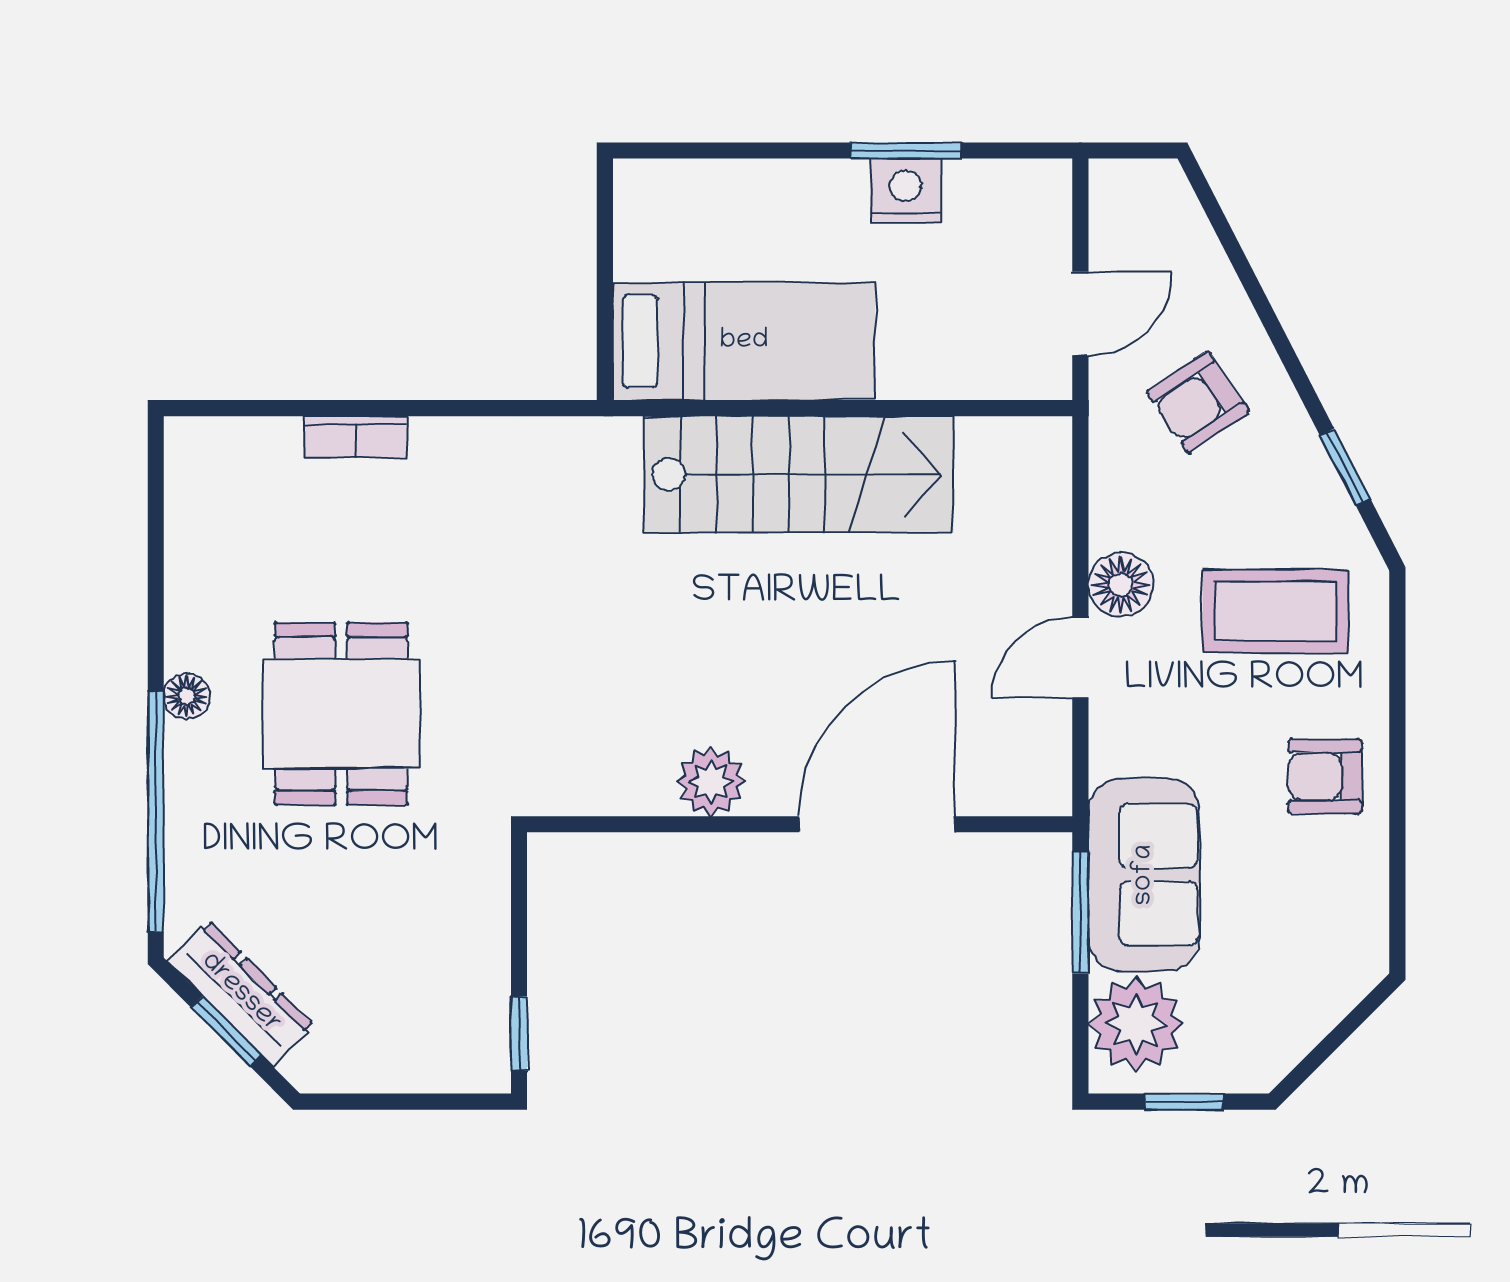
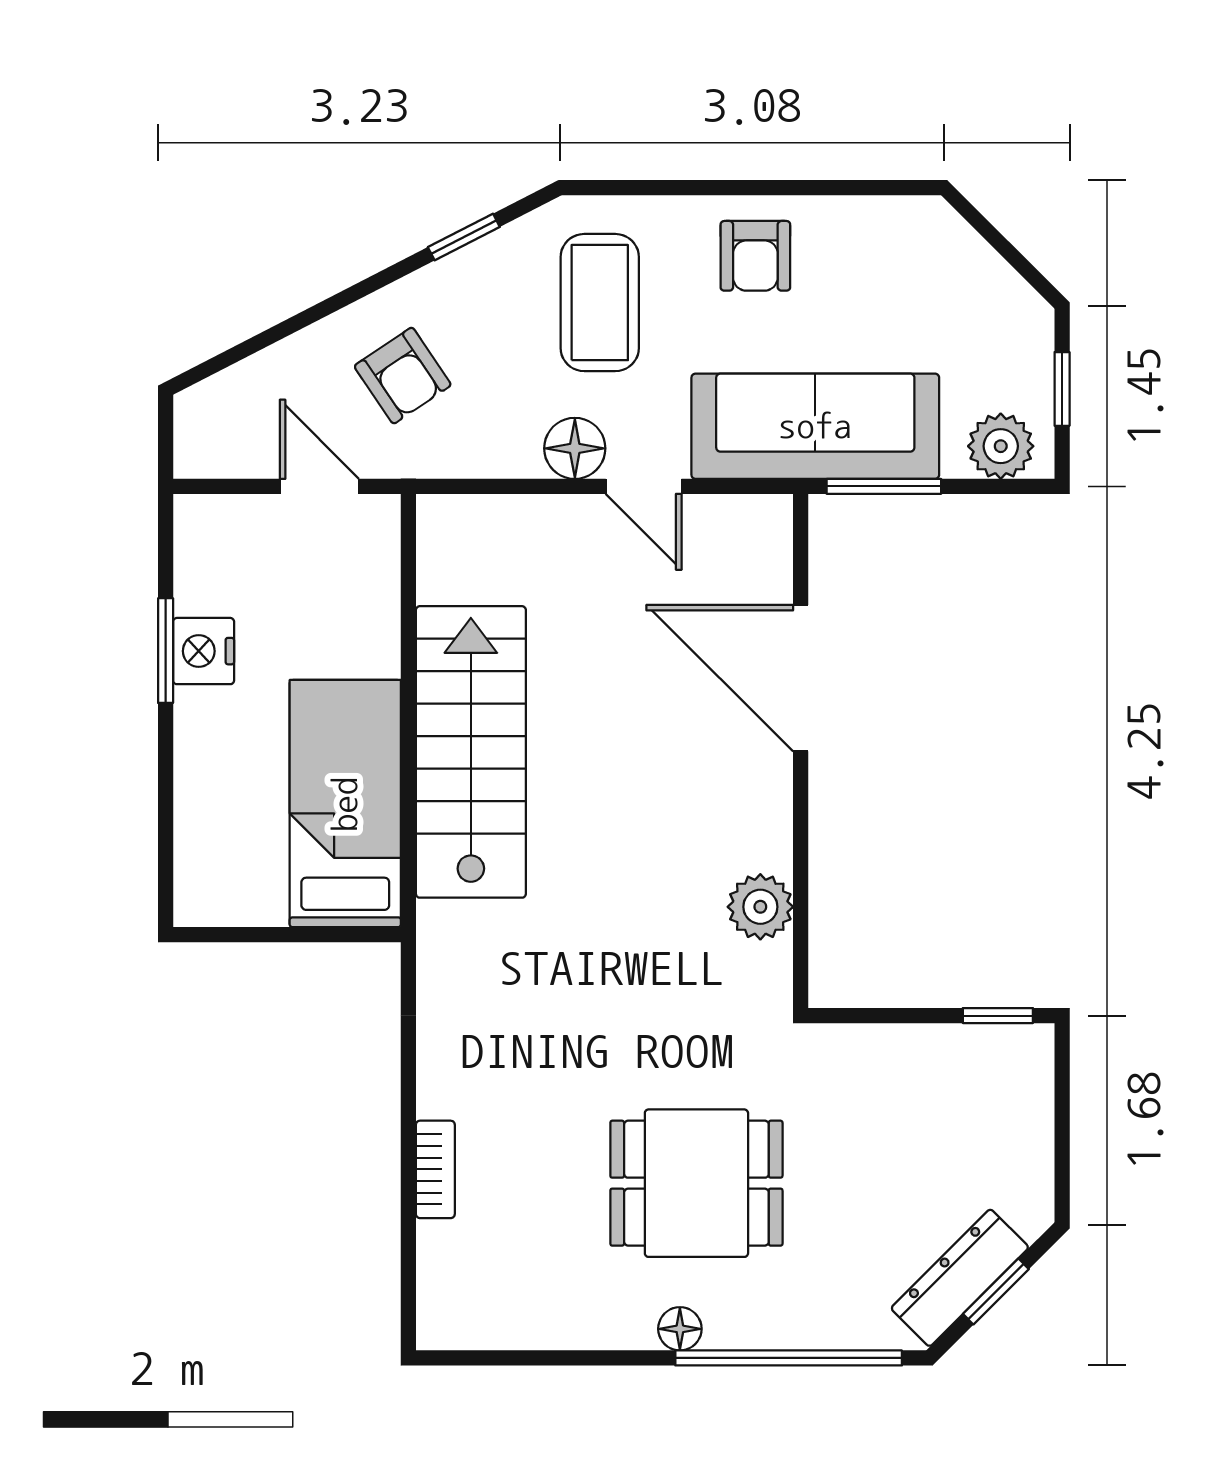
plant: (711, 782) -> (760, 907), moved
sofa: (1144, 875) -> (815, 426), width x1.36
plant: (1136, 1024) -> (1001, 446), width x0.73, depth x0.73

